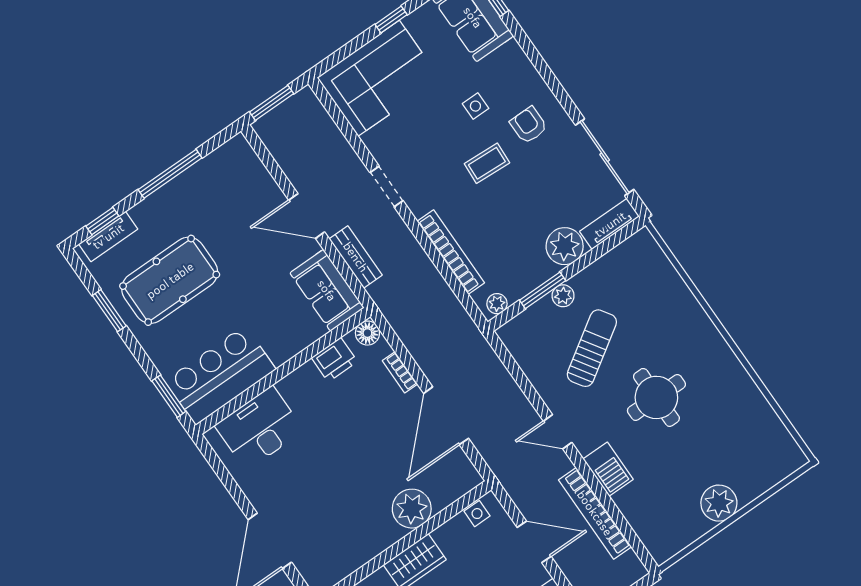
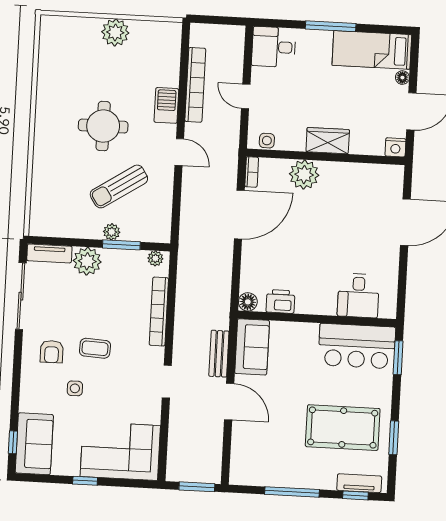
bookcase: (400, 372) -> (252, 172), moved
desk: (259, 428) -> (358, 295), width x0.73
door: (534, 542) -> (246, 96), width x0.73

